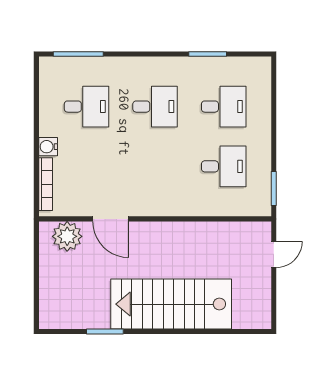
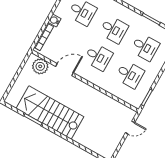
desk: (155, 166) -> (98, 57), added
door: (111, 219) -> (65, 70), swing flipped
stairs: (171, 304) -> (50, 113), moved

